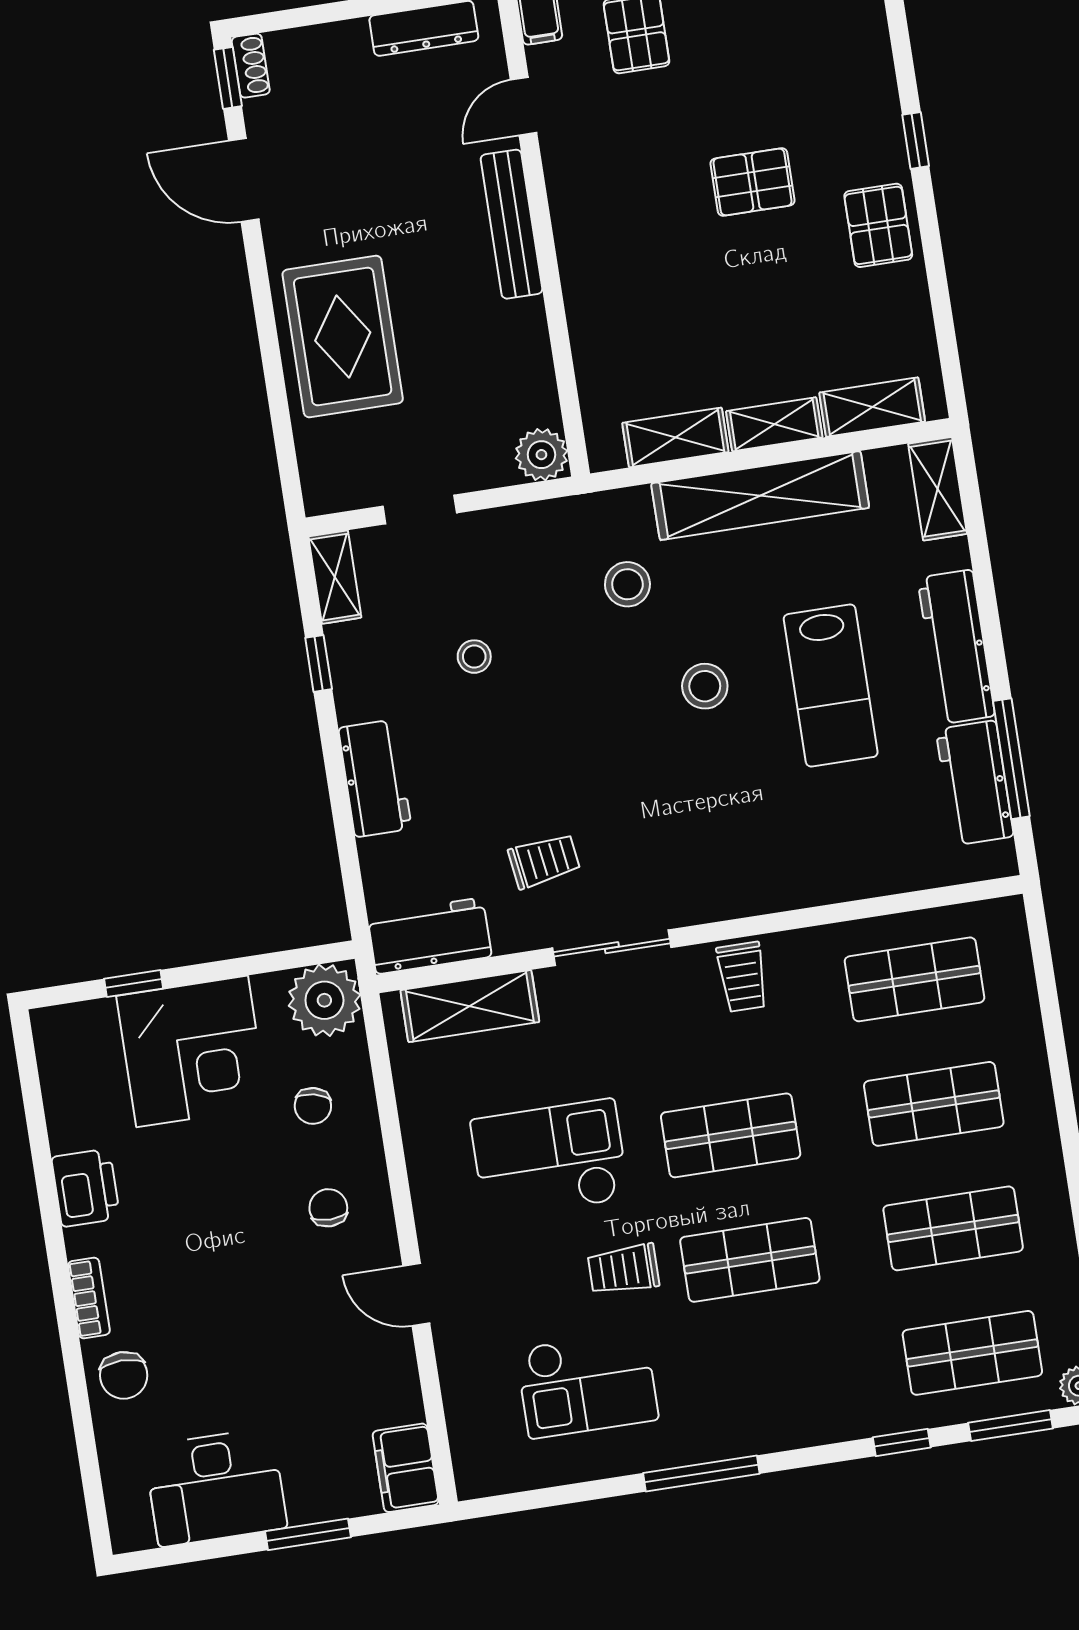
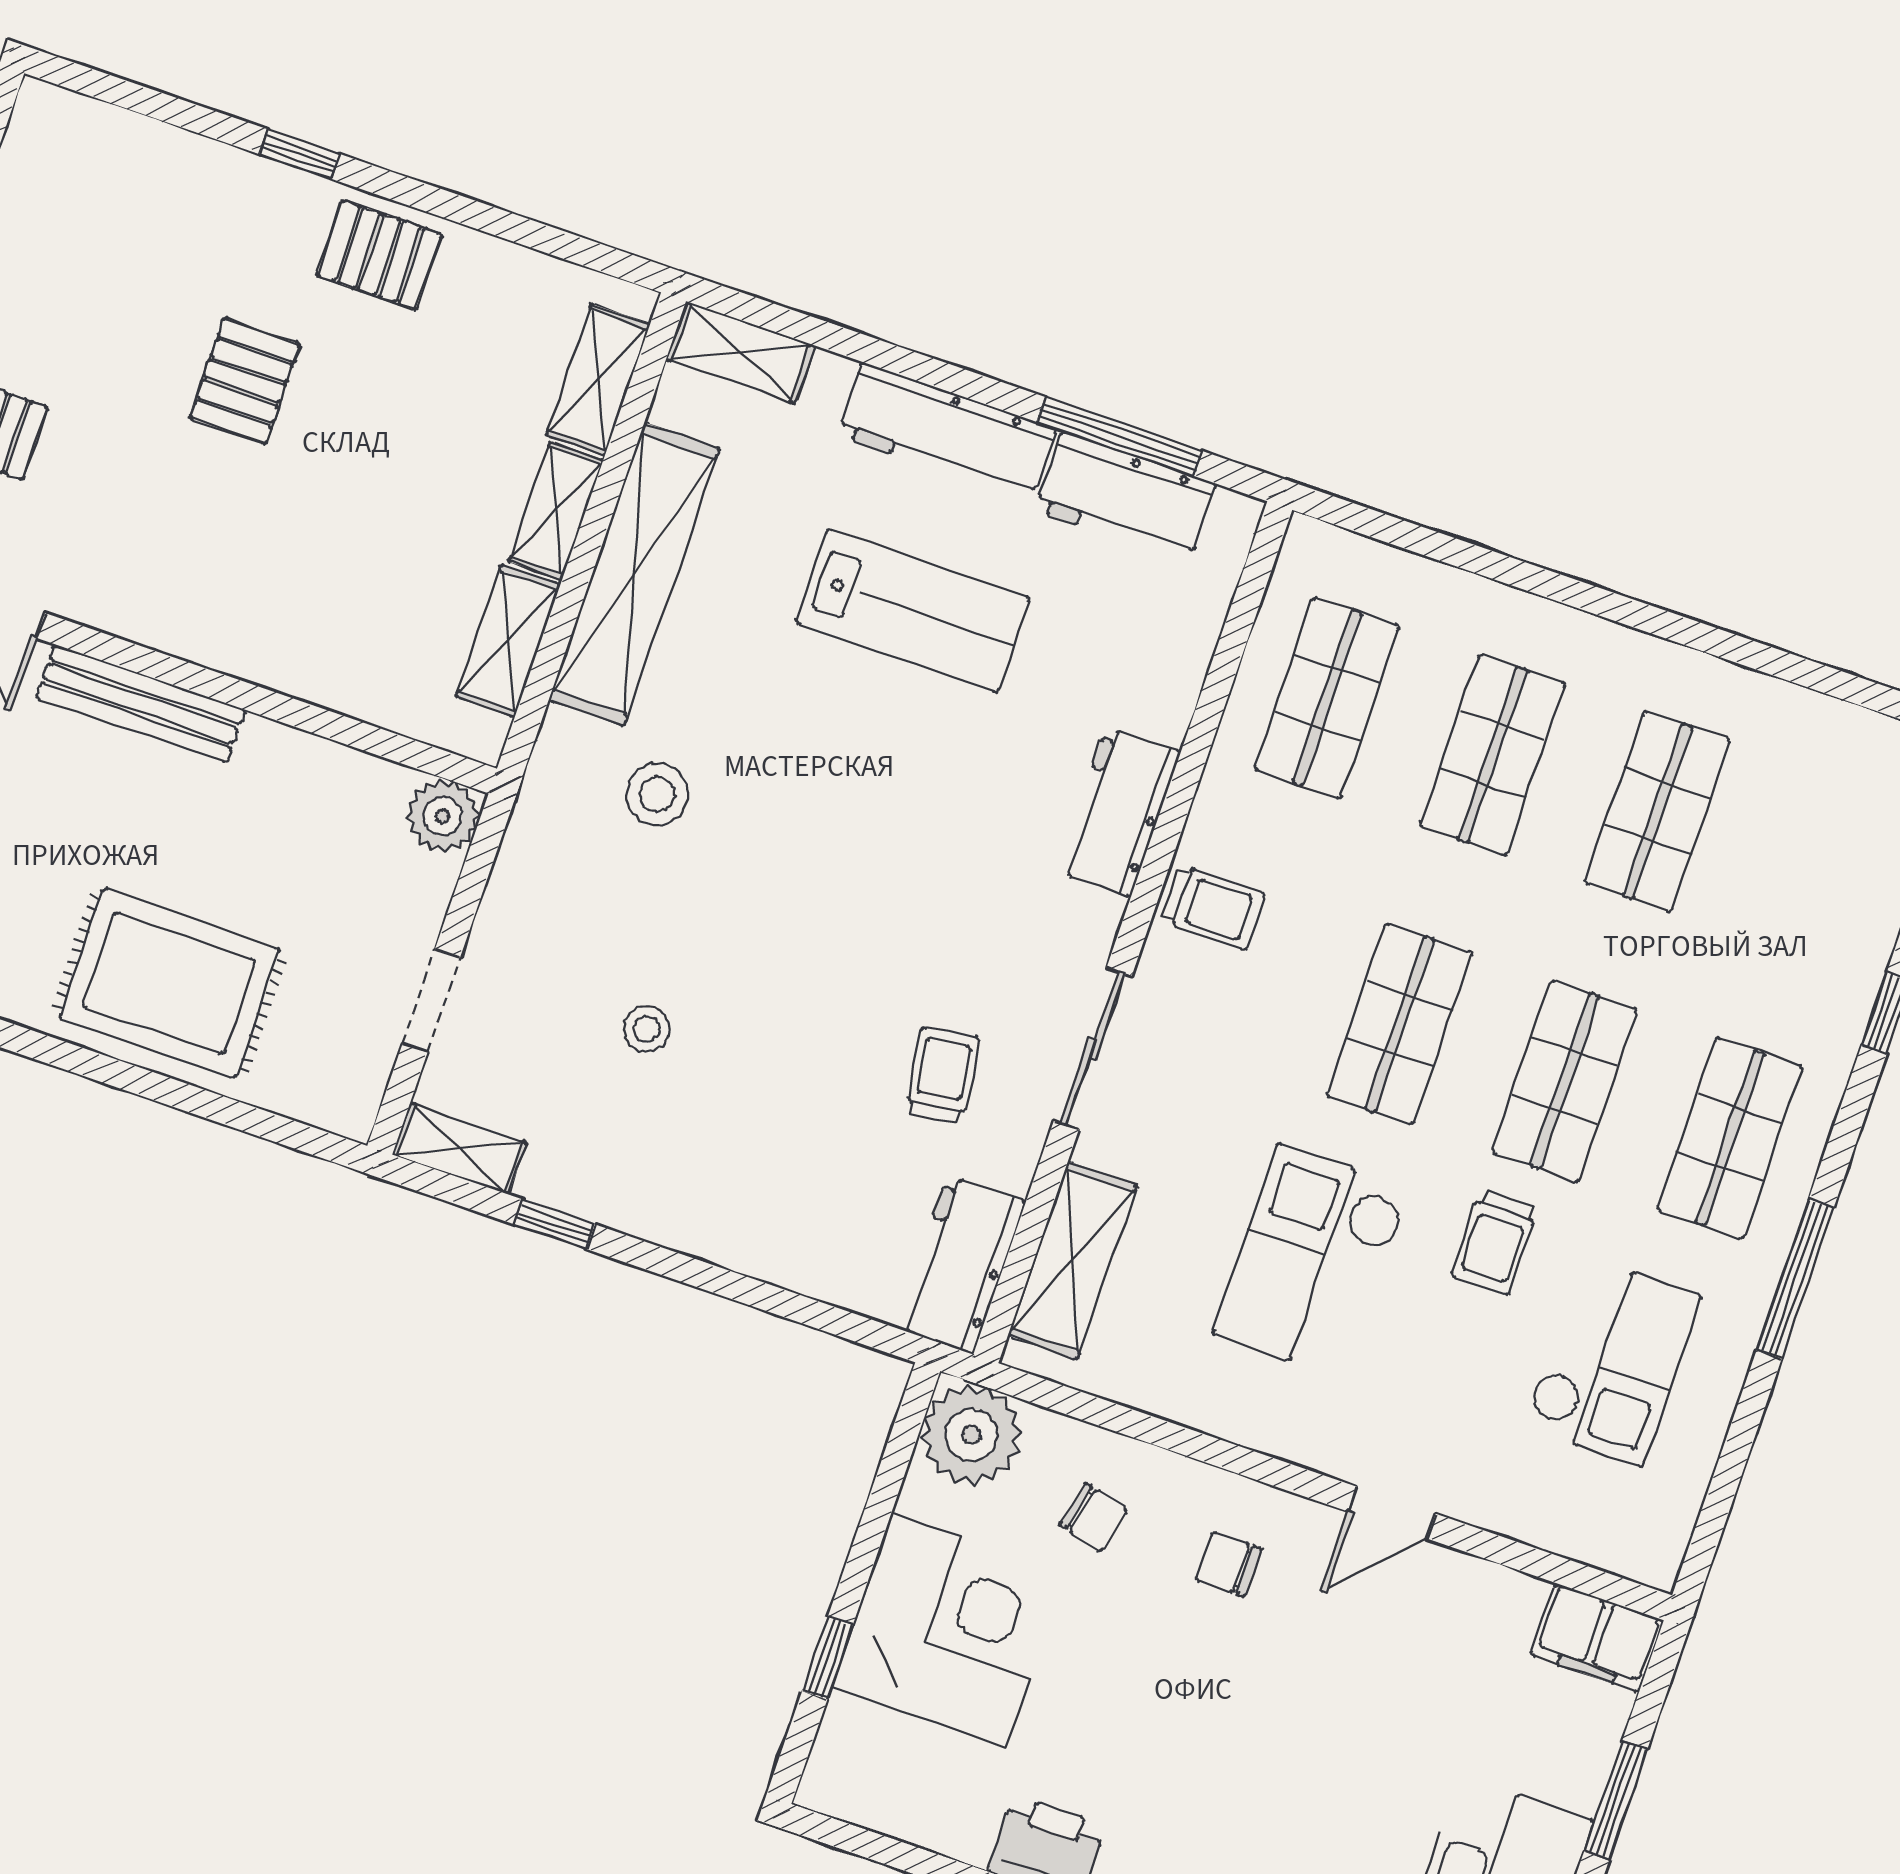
stool: (705, 686) -> (832, 765), removed
workbench: (375, 778) -> (1118, 812), moved, turned -90
shop shelf: (972, 1353) -> (1730, 1138), moved

